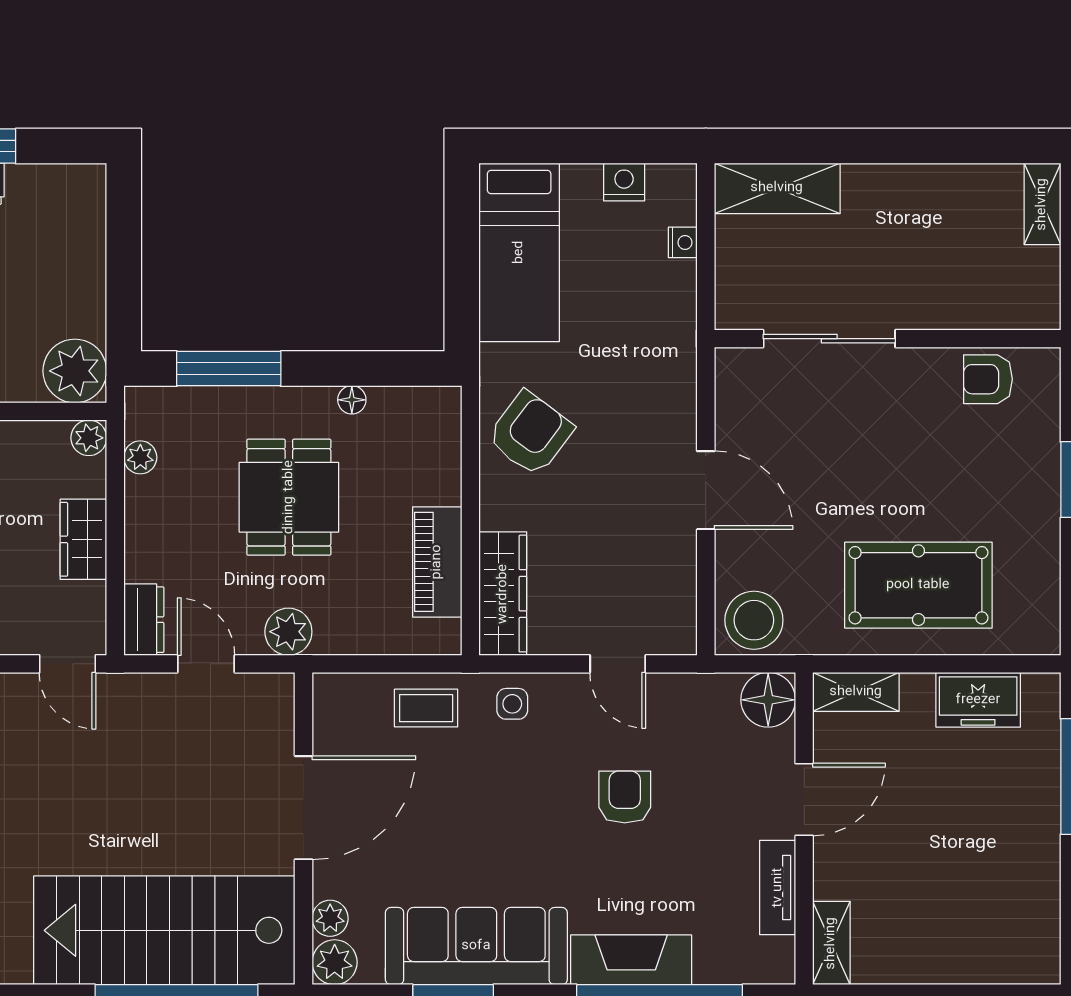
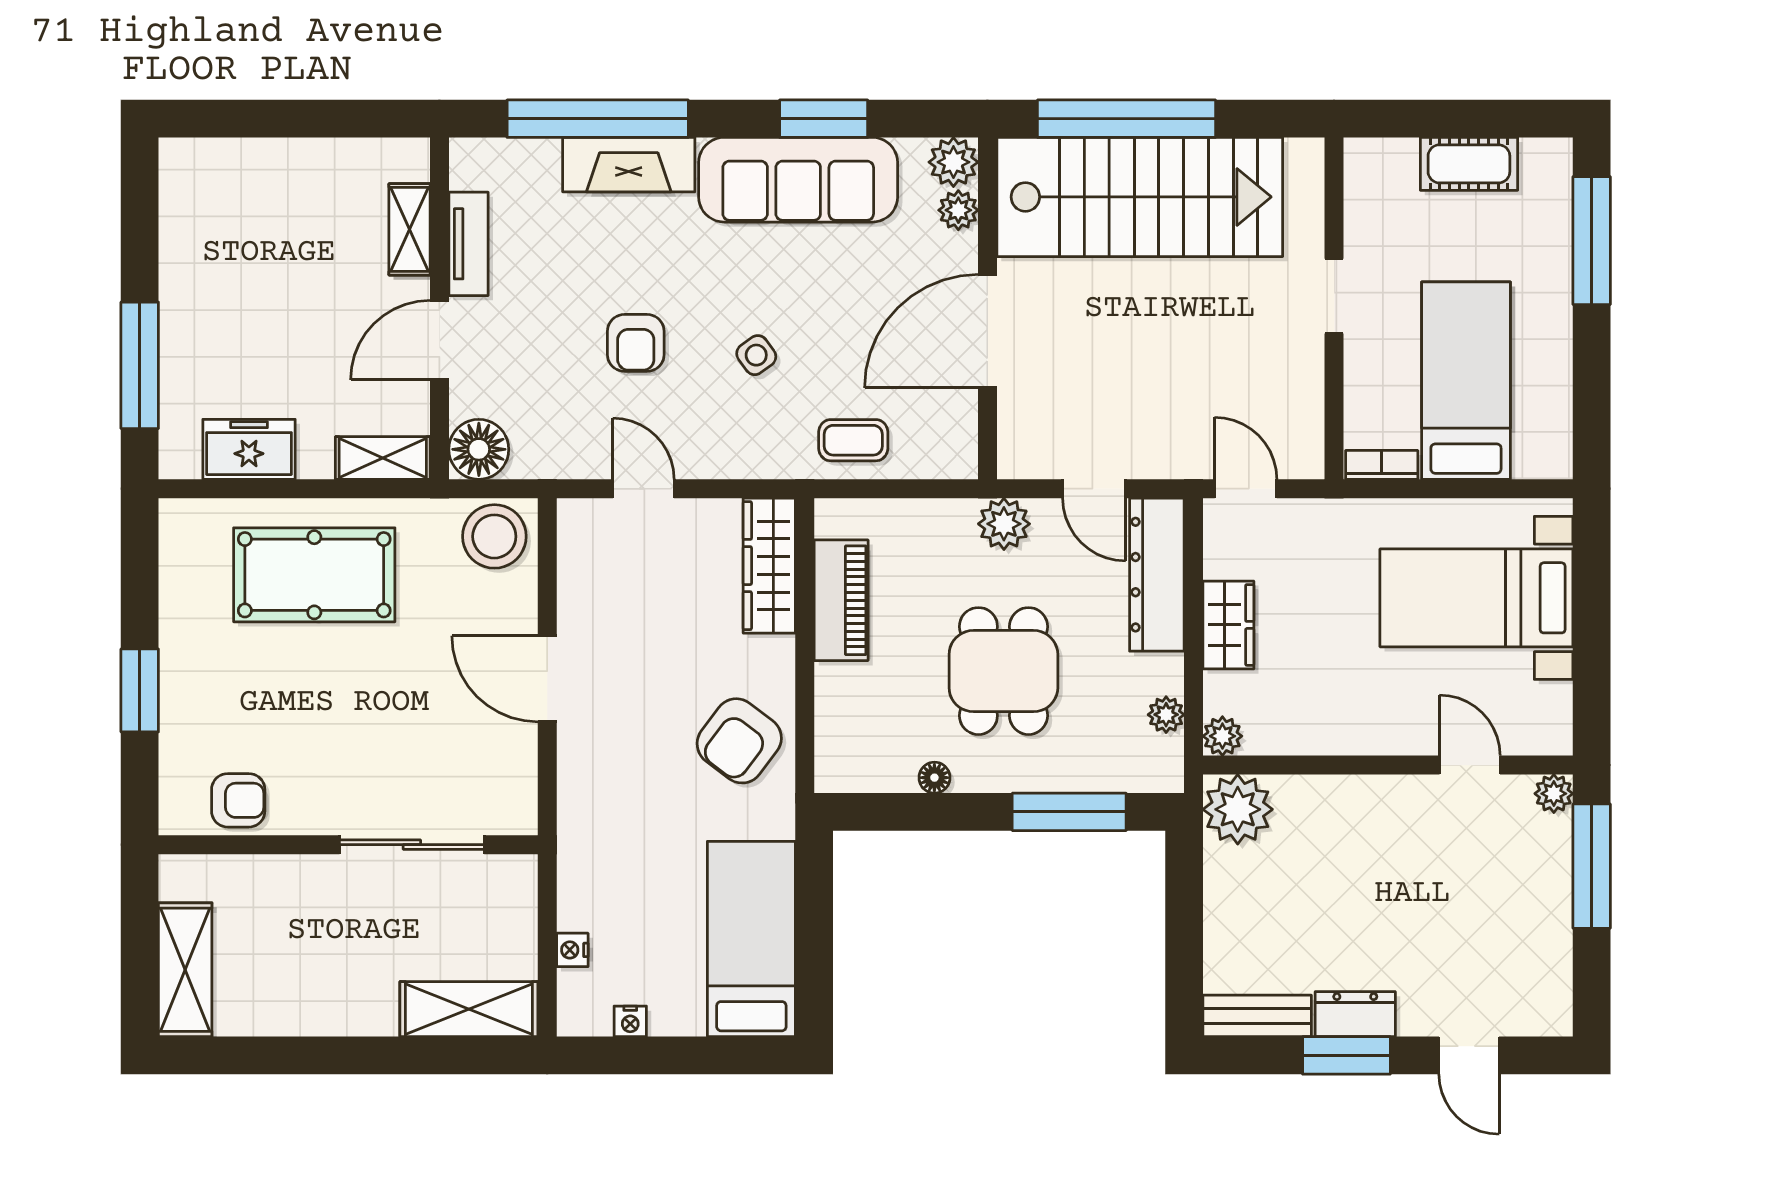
bench: (57, 182) -> (1257, 1016), added
nightstand: (624, 182) -> (630, 1021), width x0.72, depth x0.74
shelving: (1042, 204) -> (185, 970), width x1.50, depth x1.33
dresser: (144, 620) -> (1157, 575), width x1.96, depth x1.24
side table: (512, 704) -> (756, 355), moved, turned -36
shelving: (831, 943) -> (409, 229), moved

